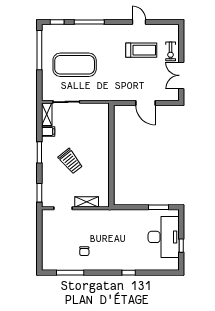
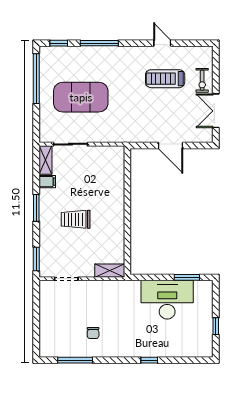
treadmill: (141, 50) -> (165, 79), turned 180
trolley: (70, 161) -> (76, 219), turned 129
shelving: (87, 202) -> (110, 271), moved
desk: (164, 237) -> (167, 300), moved, turned -90

